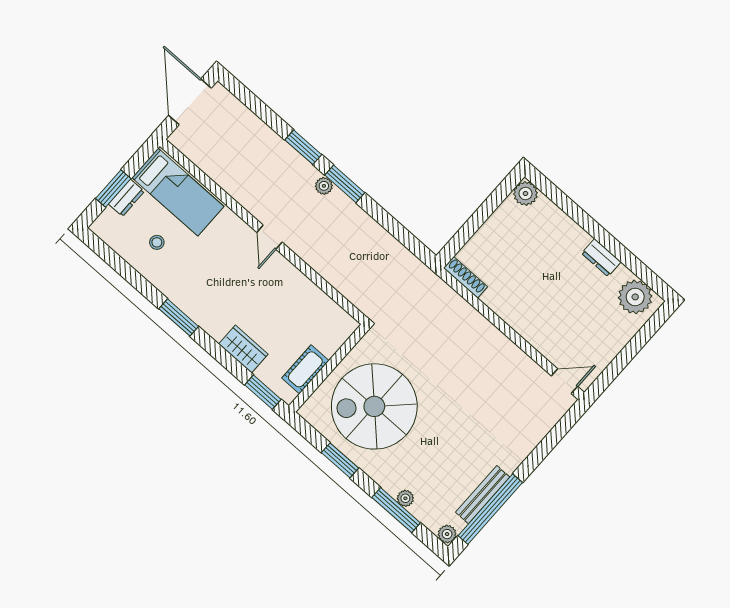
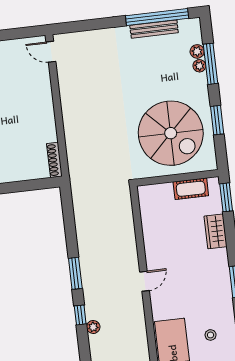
window: (303, 147) -> (80, 315), width x0.67
plant: (324, 186) -> (93, 327), moved
plant: (447, 534) -> (197, 51), moved

